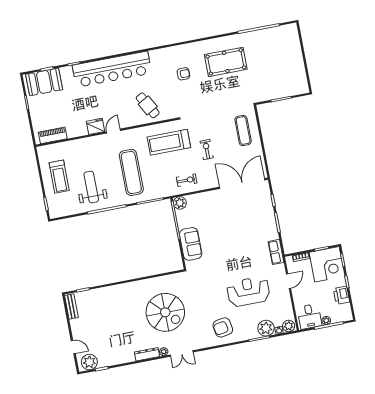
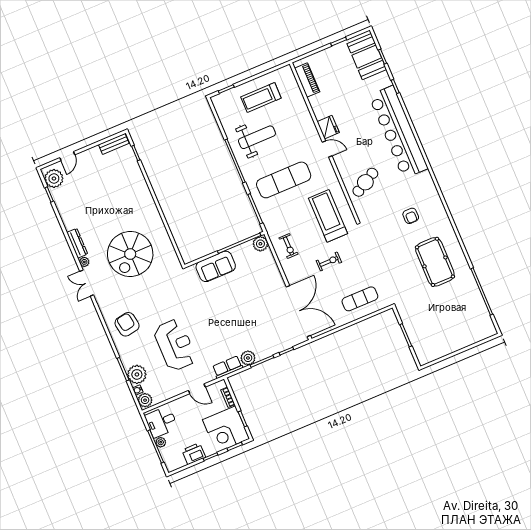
plant: (272, 233) -> (248, 358), added

